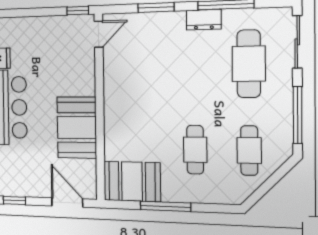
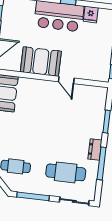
door: (99, 34) -> (66, 80), moved
cafe table: (195, 150) -> (19, 135), removed

